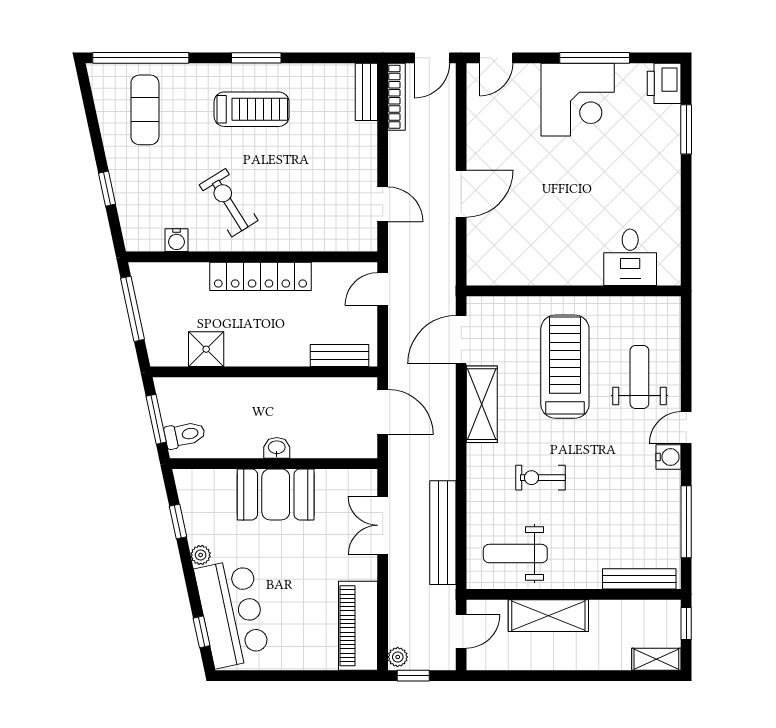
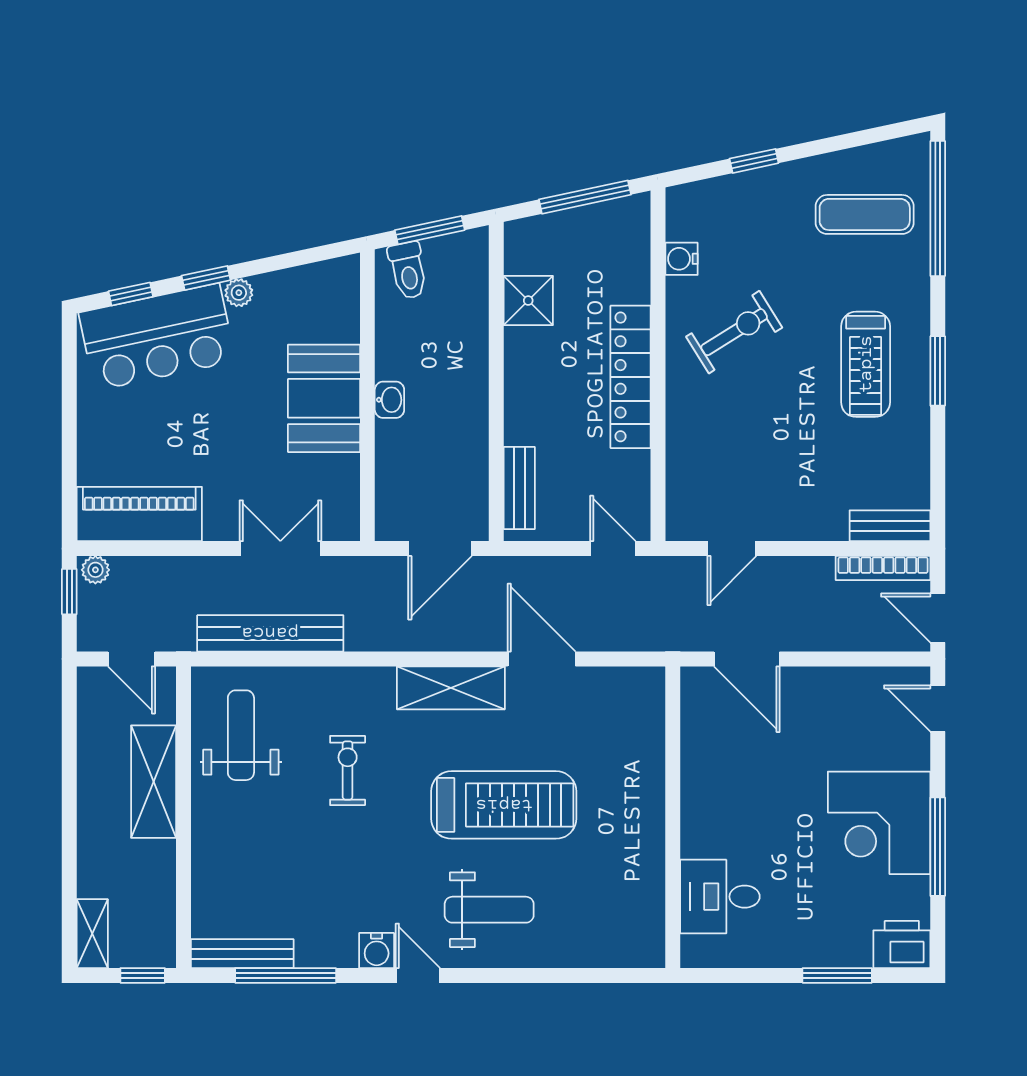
desk: (630, 257) -> (720, 897), moved
wall: (574, 291) -> (673, 817), moved
window: (178, 521) -> (206, 278), moved
bench: (639, 579) -> (242, 954), moved, turned 90

